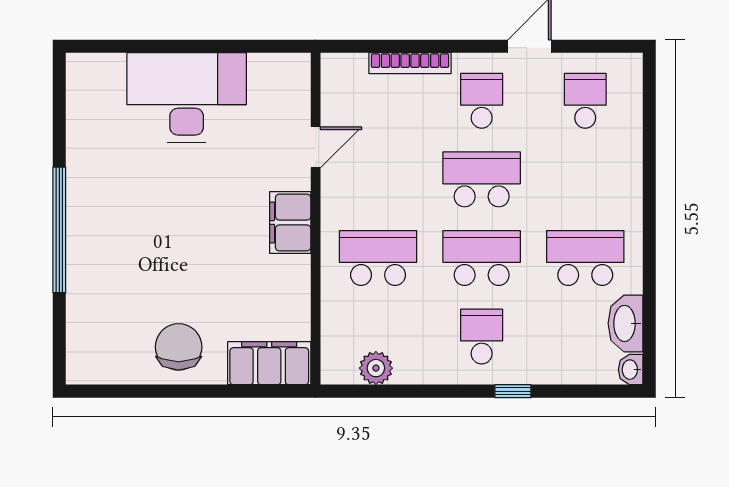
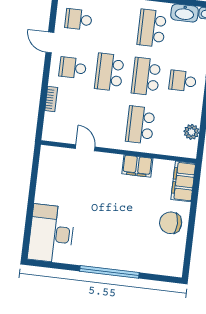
bookcase: (410, 63) -> (51, 99), width x0.64
desk: (187, 97) -> (51, 234), moved
filing cabinet: (290, 222) -> (137, 166), moved

